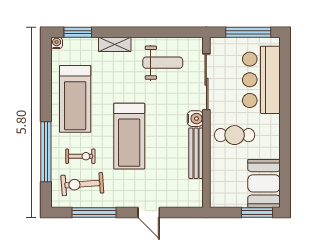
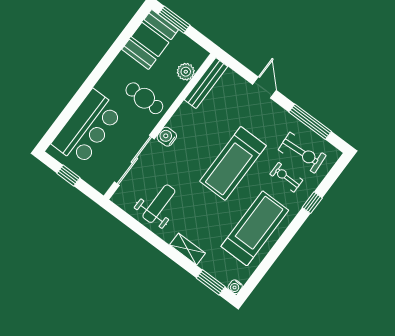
window: (248, 32) -> (68, 176), width x0.46
weight bench: (163, 63) -> (159, 204), turned 90
treadmill: (129, 136) -> (233, 163), turned 180
window: (46, 152) -> (312, 203), width x0.32
bench: (196, 153) -> (206, 83), moved
plant: (218, 179) -> (186, 72), added

